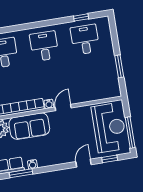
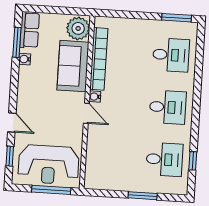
window: (119, 66) -> (143, 196), moved
window: (130, 132) -> (51, 190), moved

